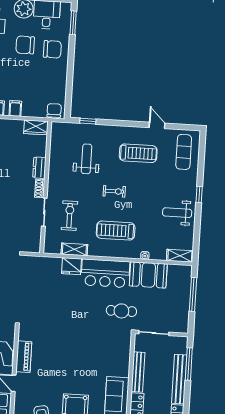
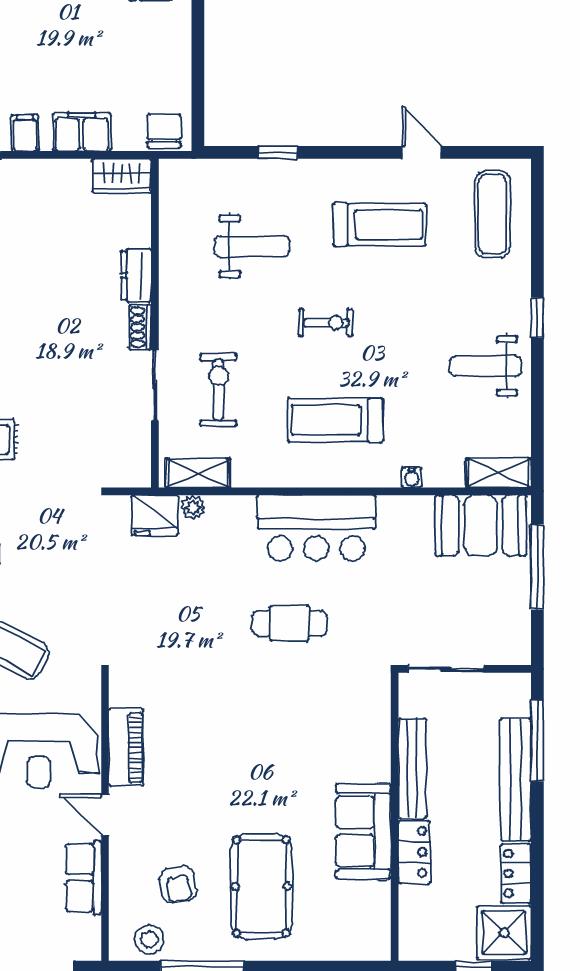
filing cabinet: (15, 108) -> (82, 132), width x2.00
window: (88, 121) -> (278, 152), moved
weight bench: (87, 159) -> (252, 246), turned 90
shelving: (74, 249) -> (198, 473), moved
plant: (56, 262) -> (193, 507), added
fridge: (72, 266) -> (155, 515), moved
booth: (148, 275) -> (481, 525), moved
cafe table: (121, 311) -> (289, 623), moved

